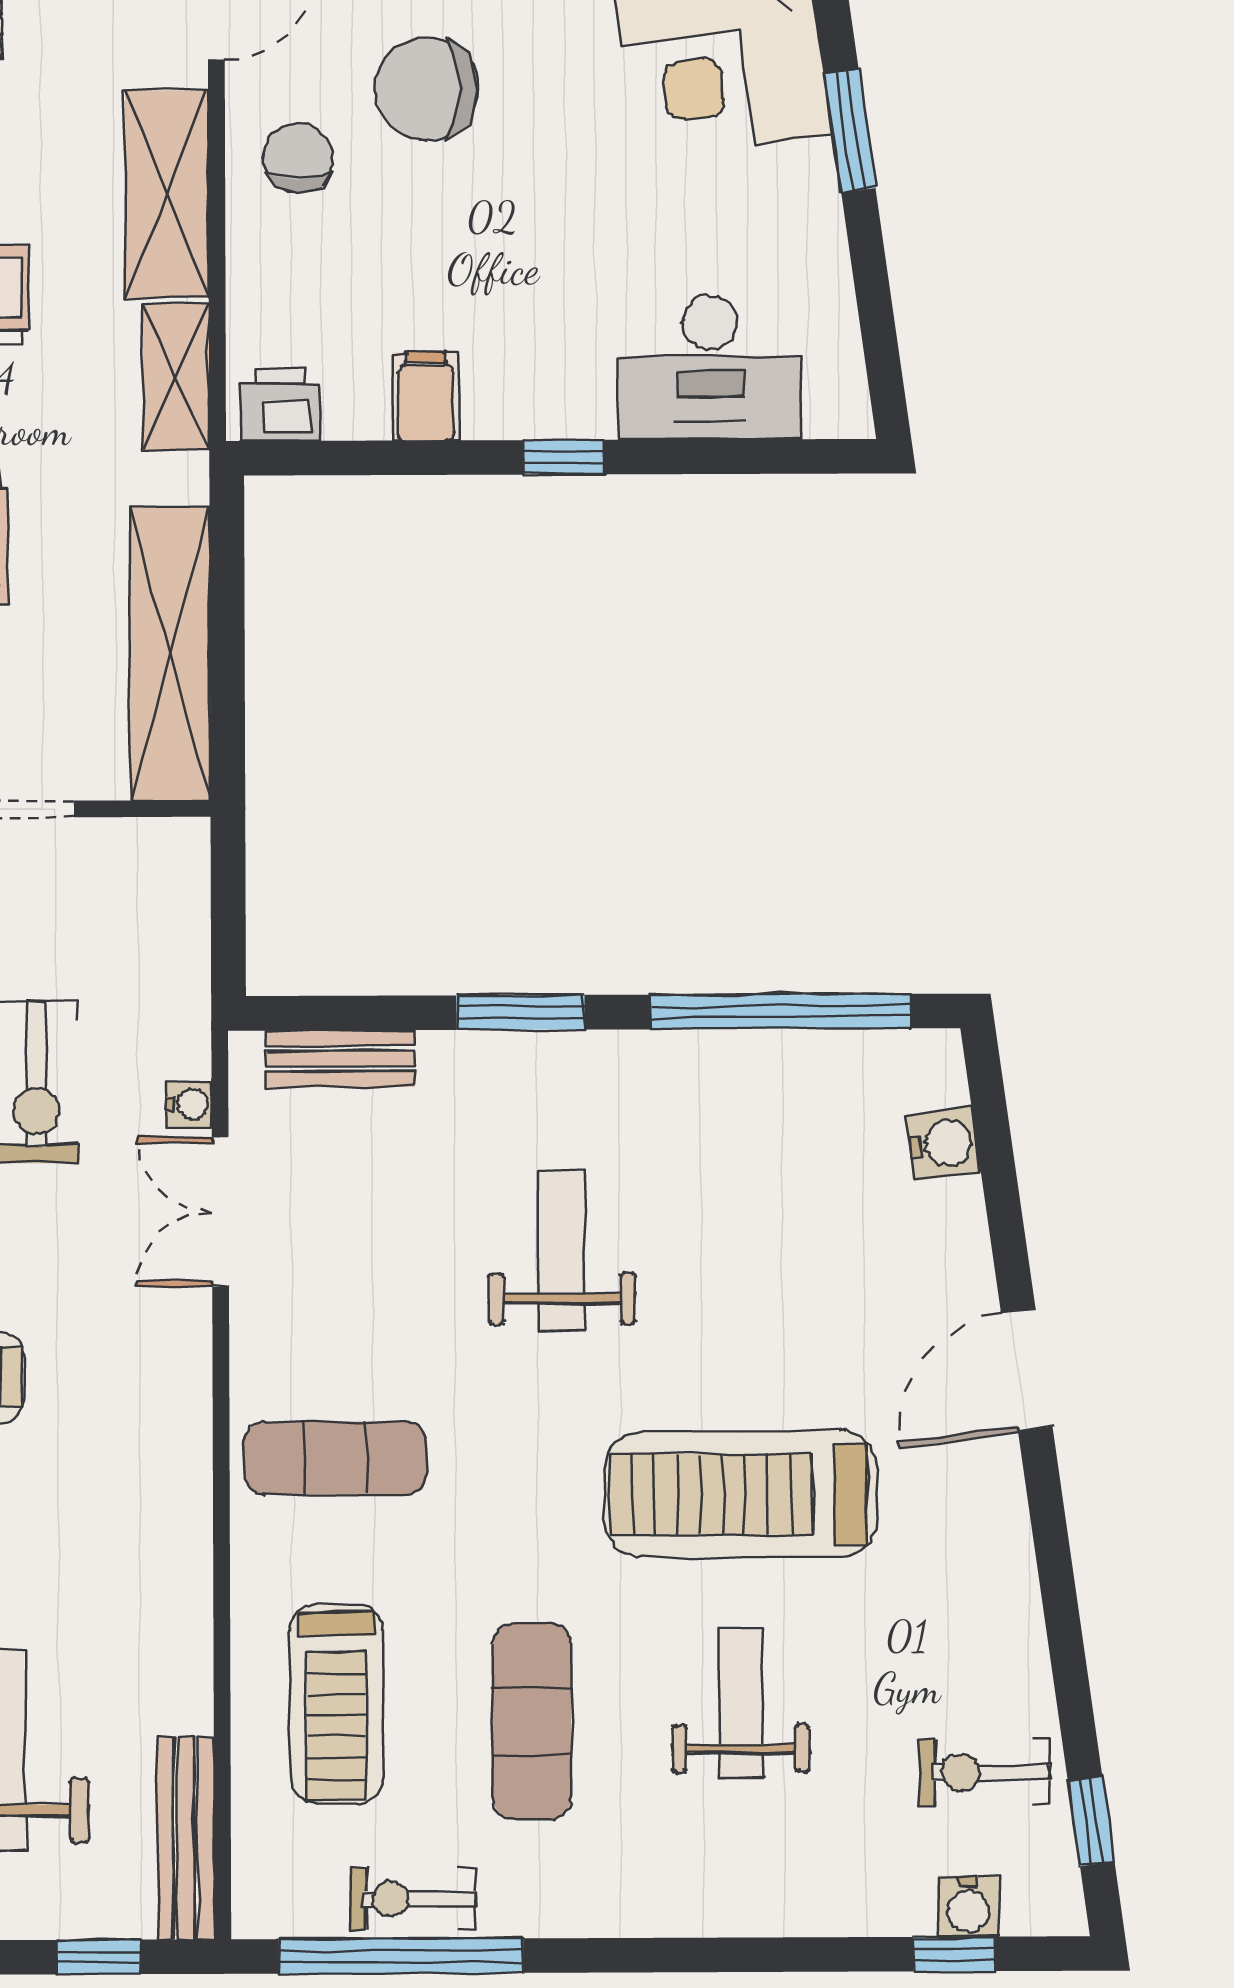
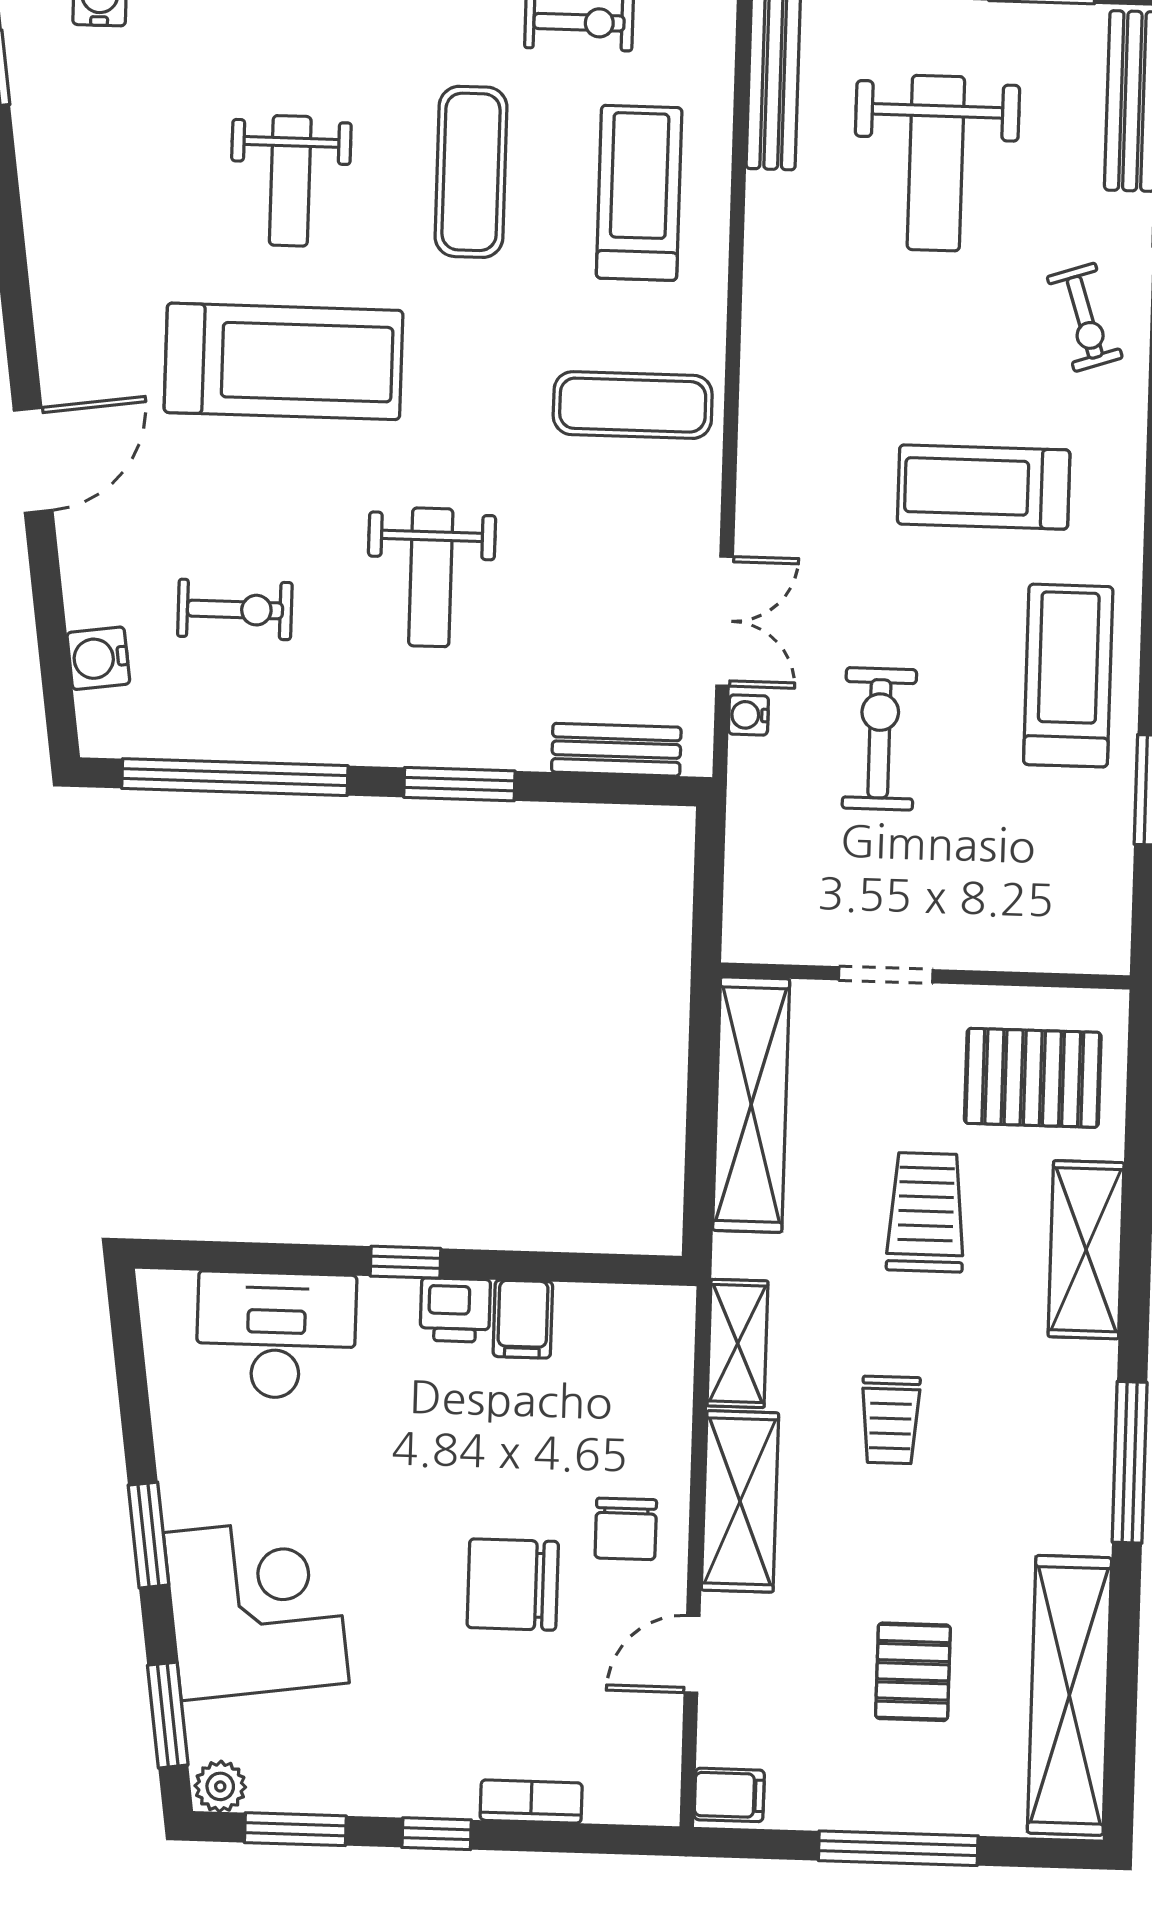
chair: (427, 89) -> (513, 1585), turned 180
printer: (280, 405) -> (455, 1310), moved
exercise bike: (985, 1773) -> (235, 609), moved

